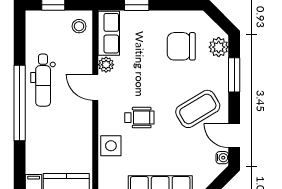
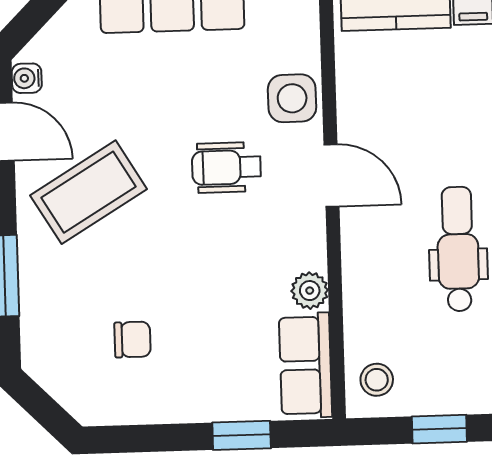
chair: (181, 46) -> (132, 339), width x0.54, depth x0.54
plant: (219, 47) -> (44, 341), removed
door: (95, 87) -> (331, 175), moved

